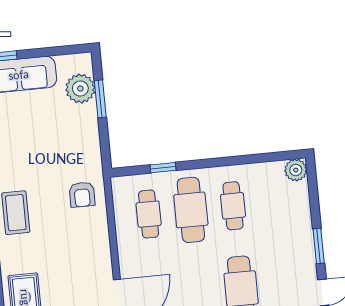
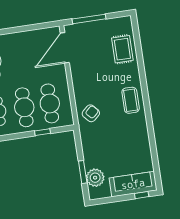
armchair: (82, 195) -> (91, 113), turned 48
cafe table: (149, 214) -> (50, 103), width x1.37, depth x1.35

